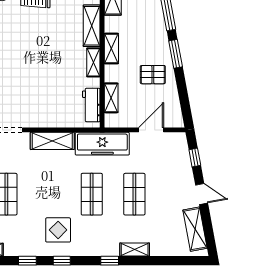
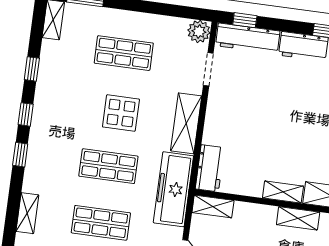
shelving: (111, 98) -> (213, 207), moved
workbench: (91, 105) -> (210, 168), moved, turned 90
display table: (58, 230) -> (121, 113), moved
window: (110, 261) -> (20, 155), moved

